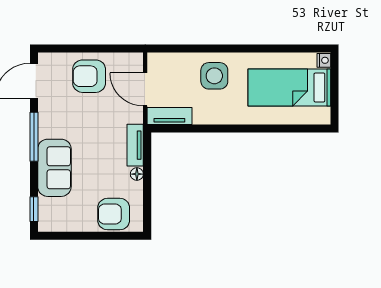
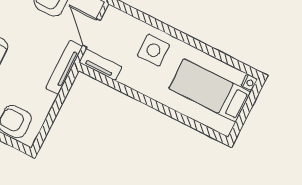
tv unit: (135, 145) -> (64, 67), width x1.41
floor lamp: (137, 174) -> (50, 98), removed

